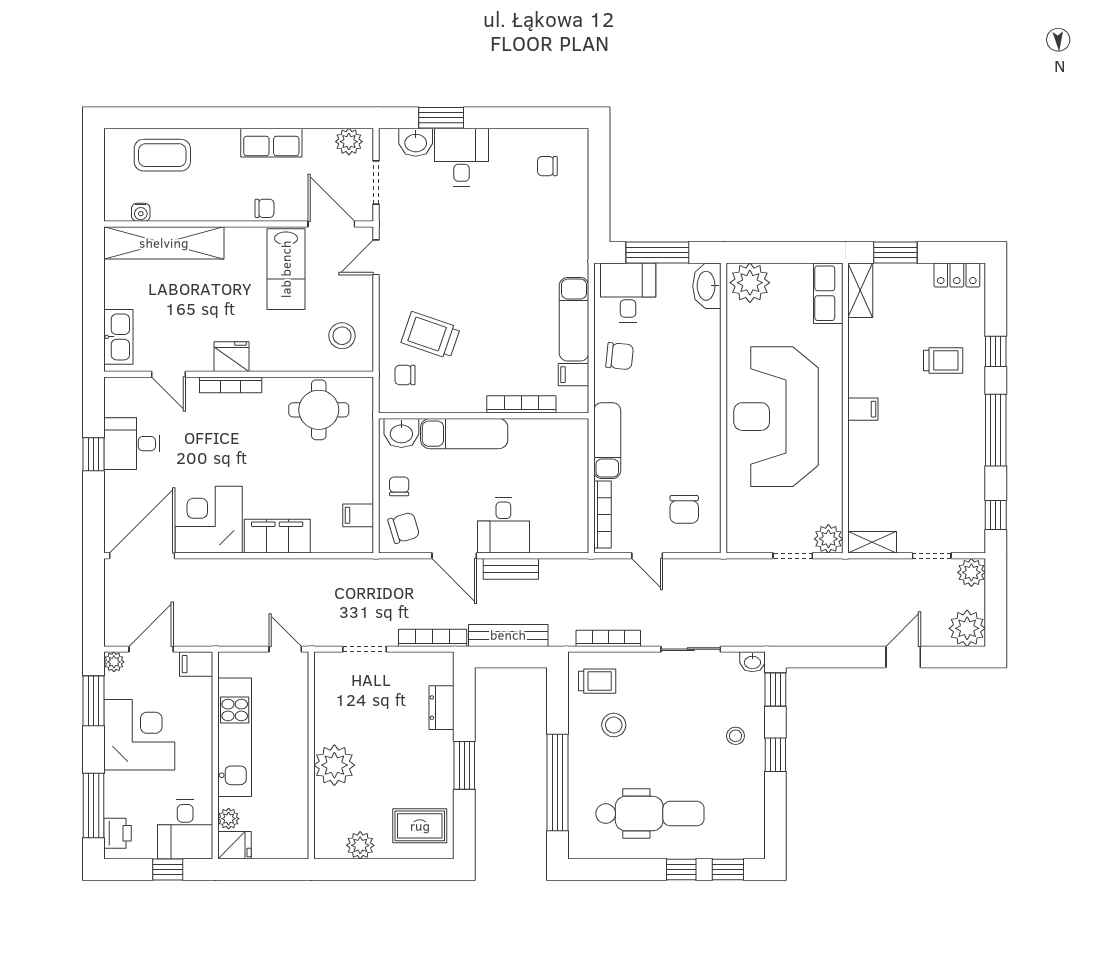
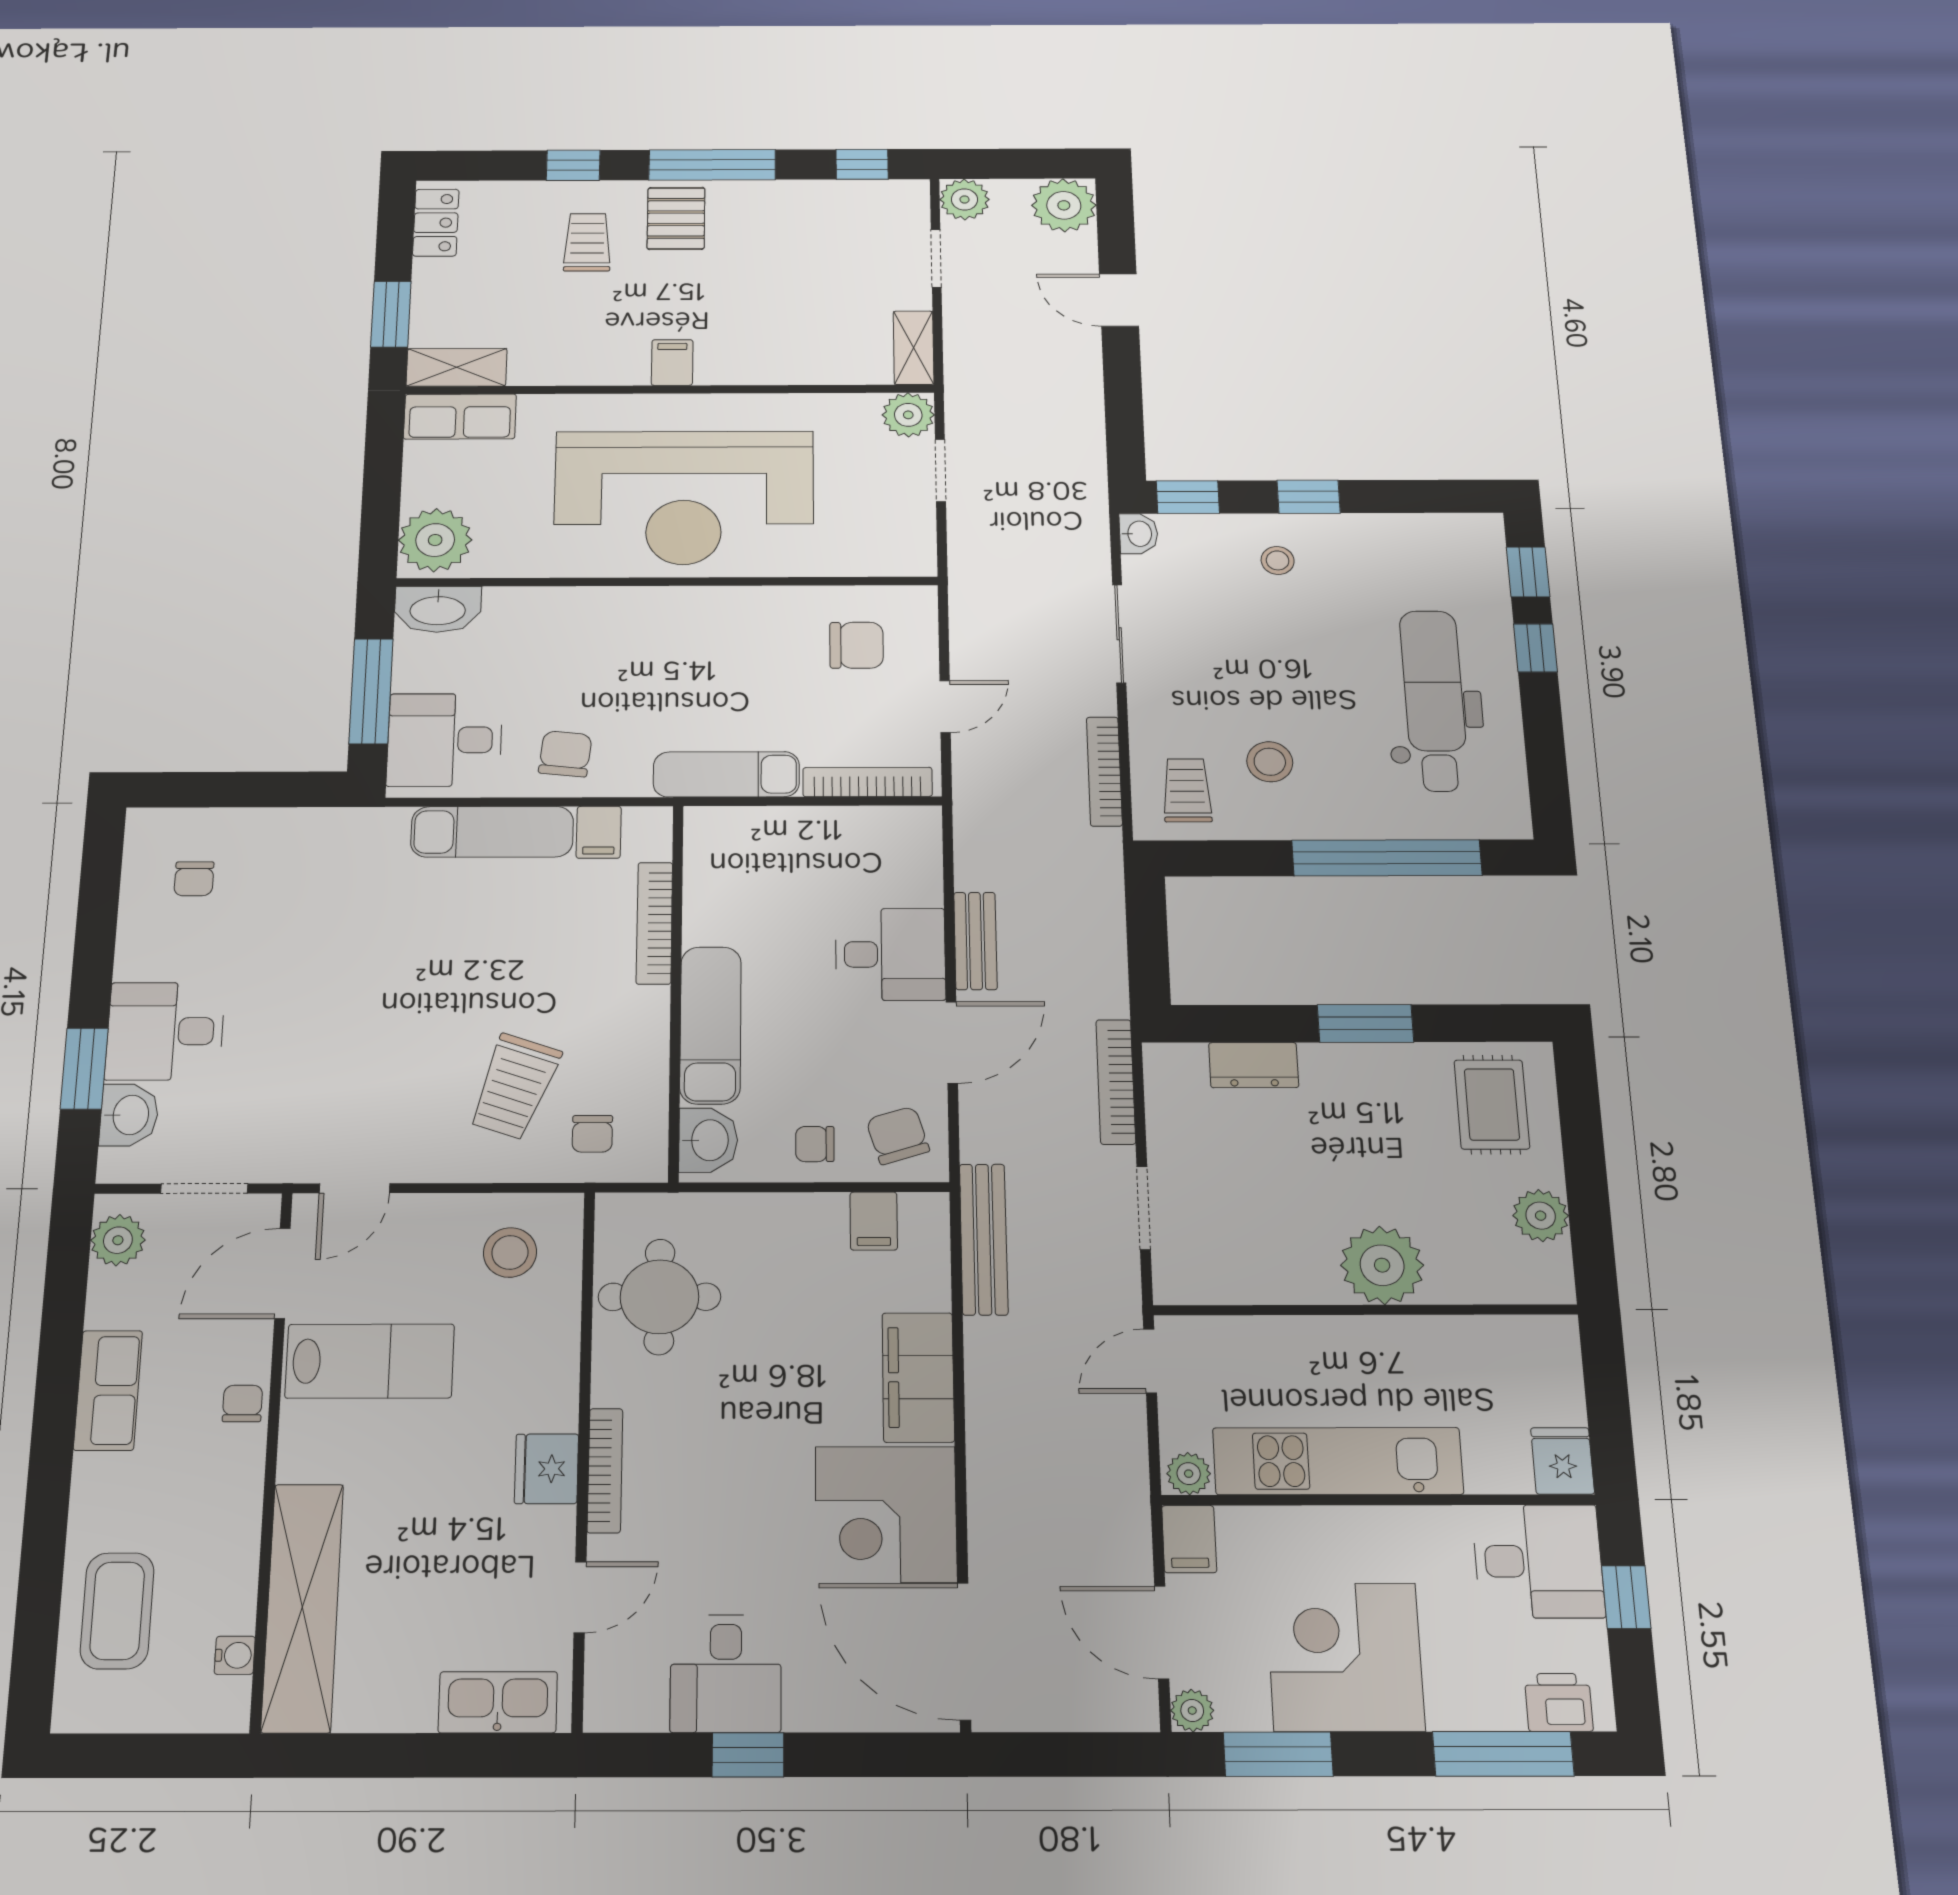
door: (376, 257) -> (355, 1188), hinge flipped
pallet: (959, 410) -> (676, 218), added
bench: (508, 635) -> (984, 1239), moved
plant: (229, 819) -> (1189, 1474), moved

